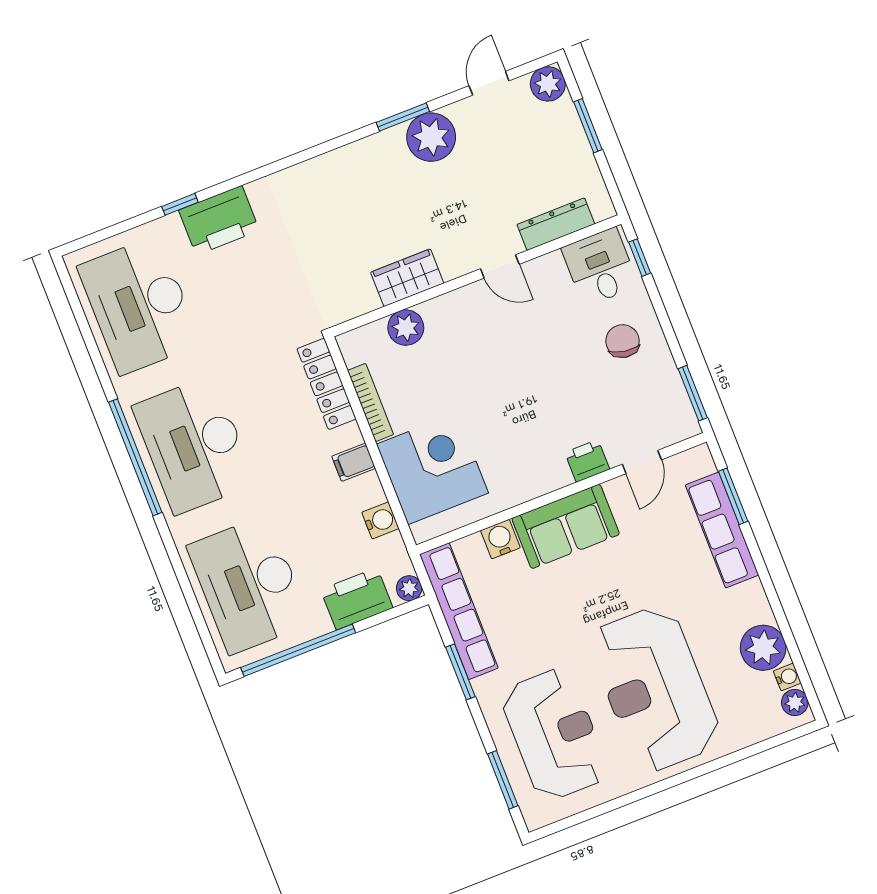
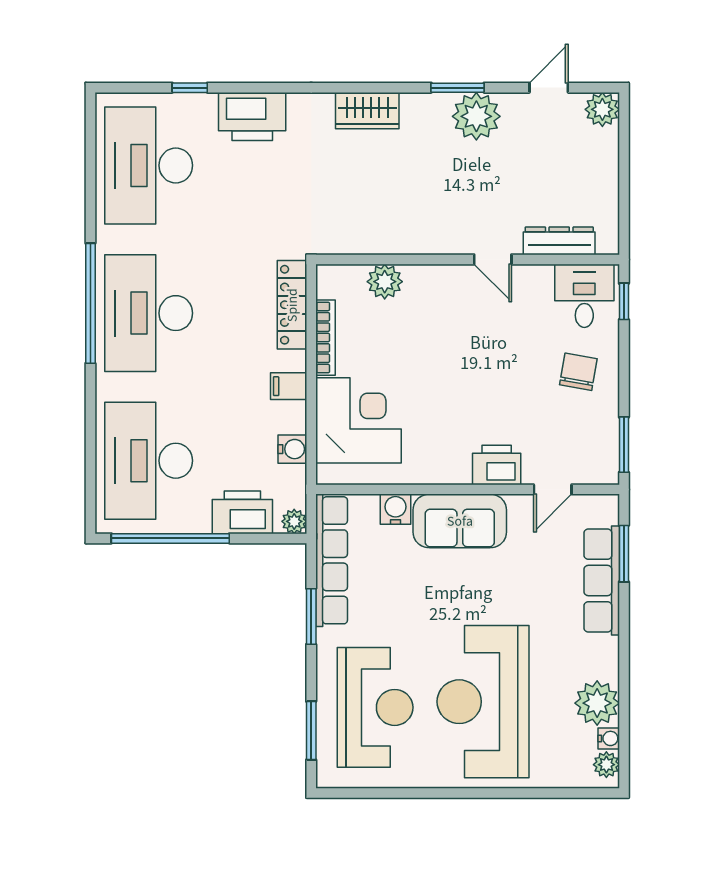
window: (588, 126) -> (624, 162), removed
window: (180, 204) -> (190, 88), moved
wardrobe: (407, 278) -> (367, 111), moved, turned 180
printer: (587, 461) -> (497, 465), width x1.36, depth x1.24

